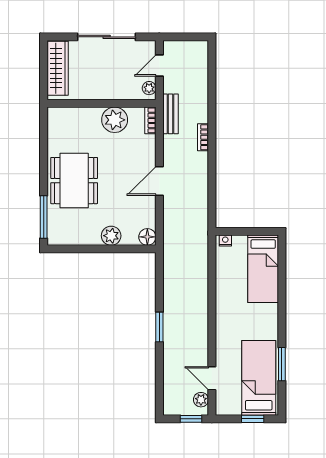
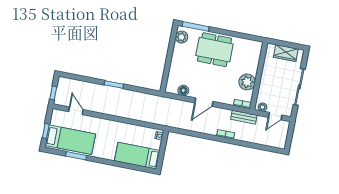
door: (159, 66) -> (275, 116), swing flipped
wardrobe: (58, 68) -> (286, 53), width x0.67
door: (159, 181) -> (204, 102), swing flipped
plant: (111, 236) -> (182, 37), moved
floor lamp: (147, 237) -> (183, 90), moved
door: (212, 378) -> (76, 111), hinge flipped
plant: (201, 400) -> (64, 101), removed

